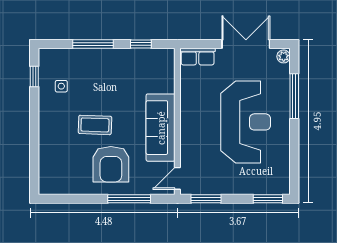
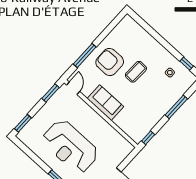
window: (141, 44) -> (148, 138), moved
row of seats: (198, 57) -> (124, 152), removed
sofa: (161, 128) -> (105, 103), width x0.73

